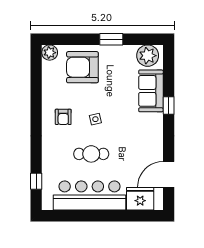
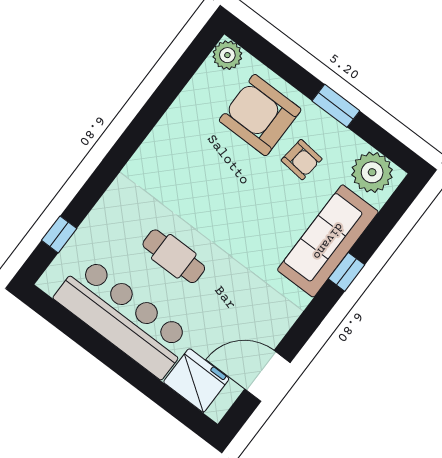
sofa: (151, 91) -> (328, 241), width x1.36
armchair: (63, 117) -> (302, 160), moved, turned -84
side table: (95, 119) -> (220, 209), removed

